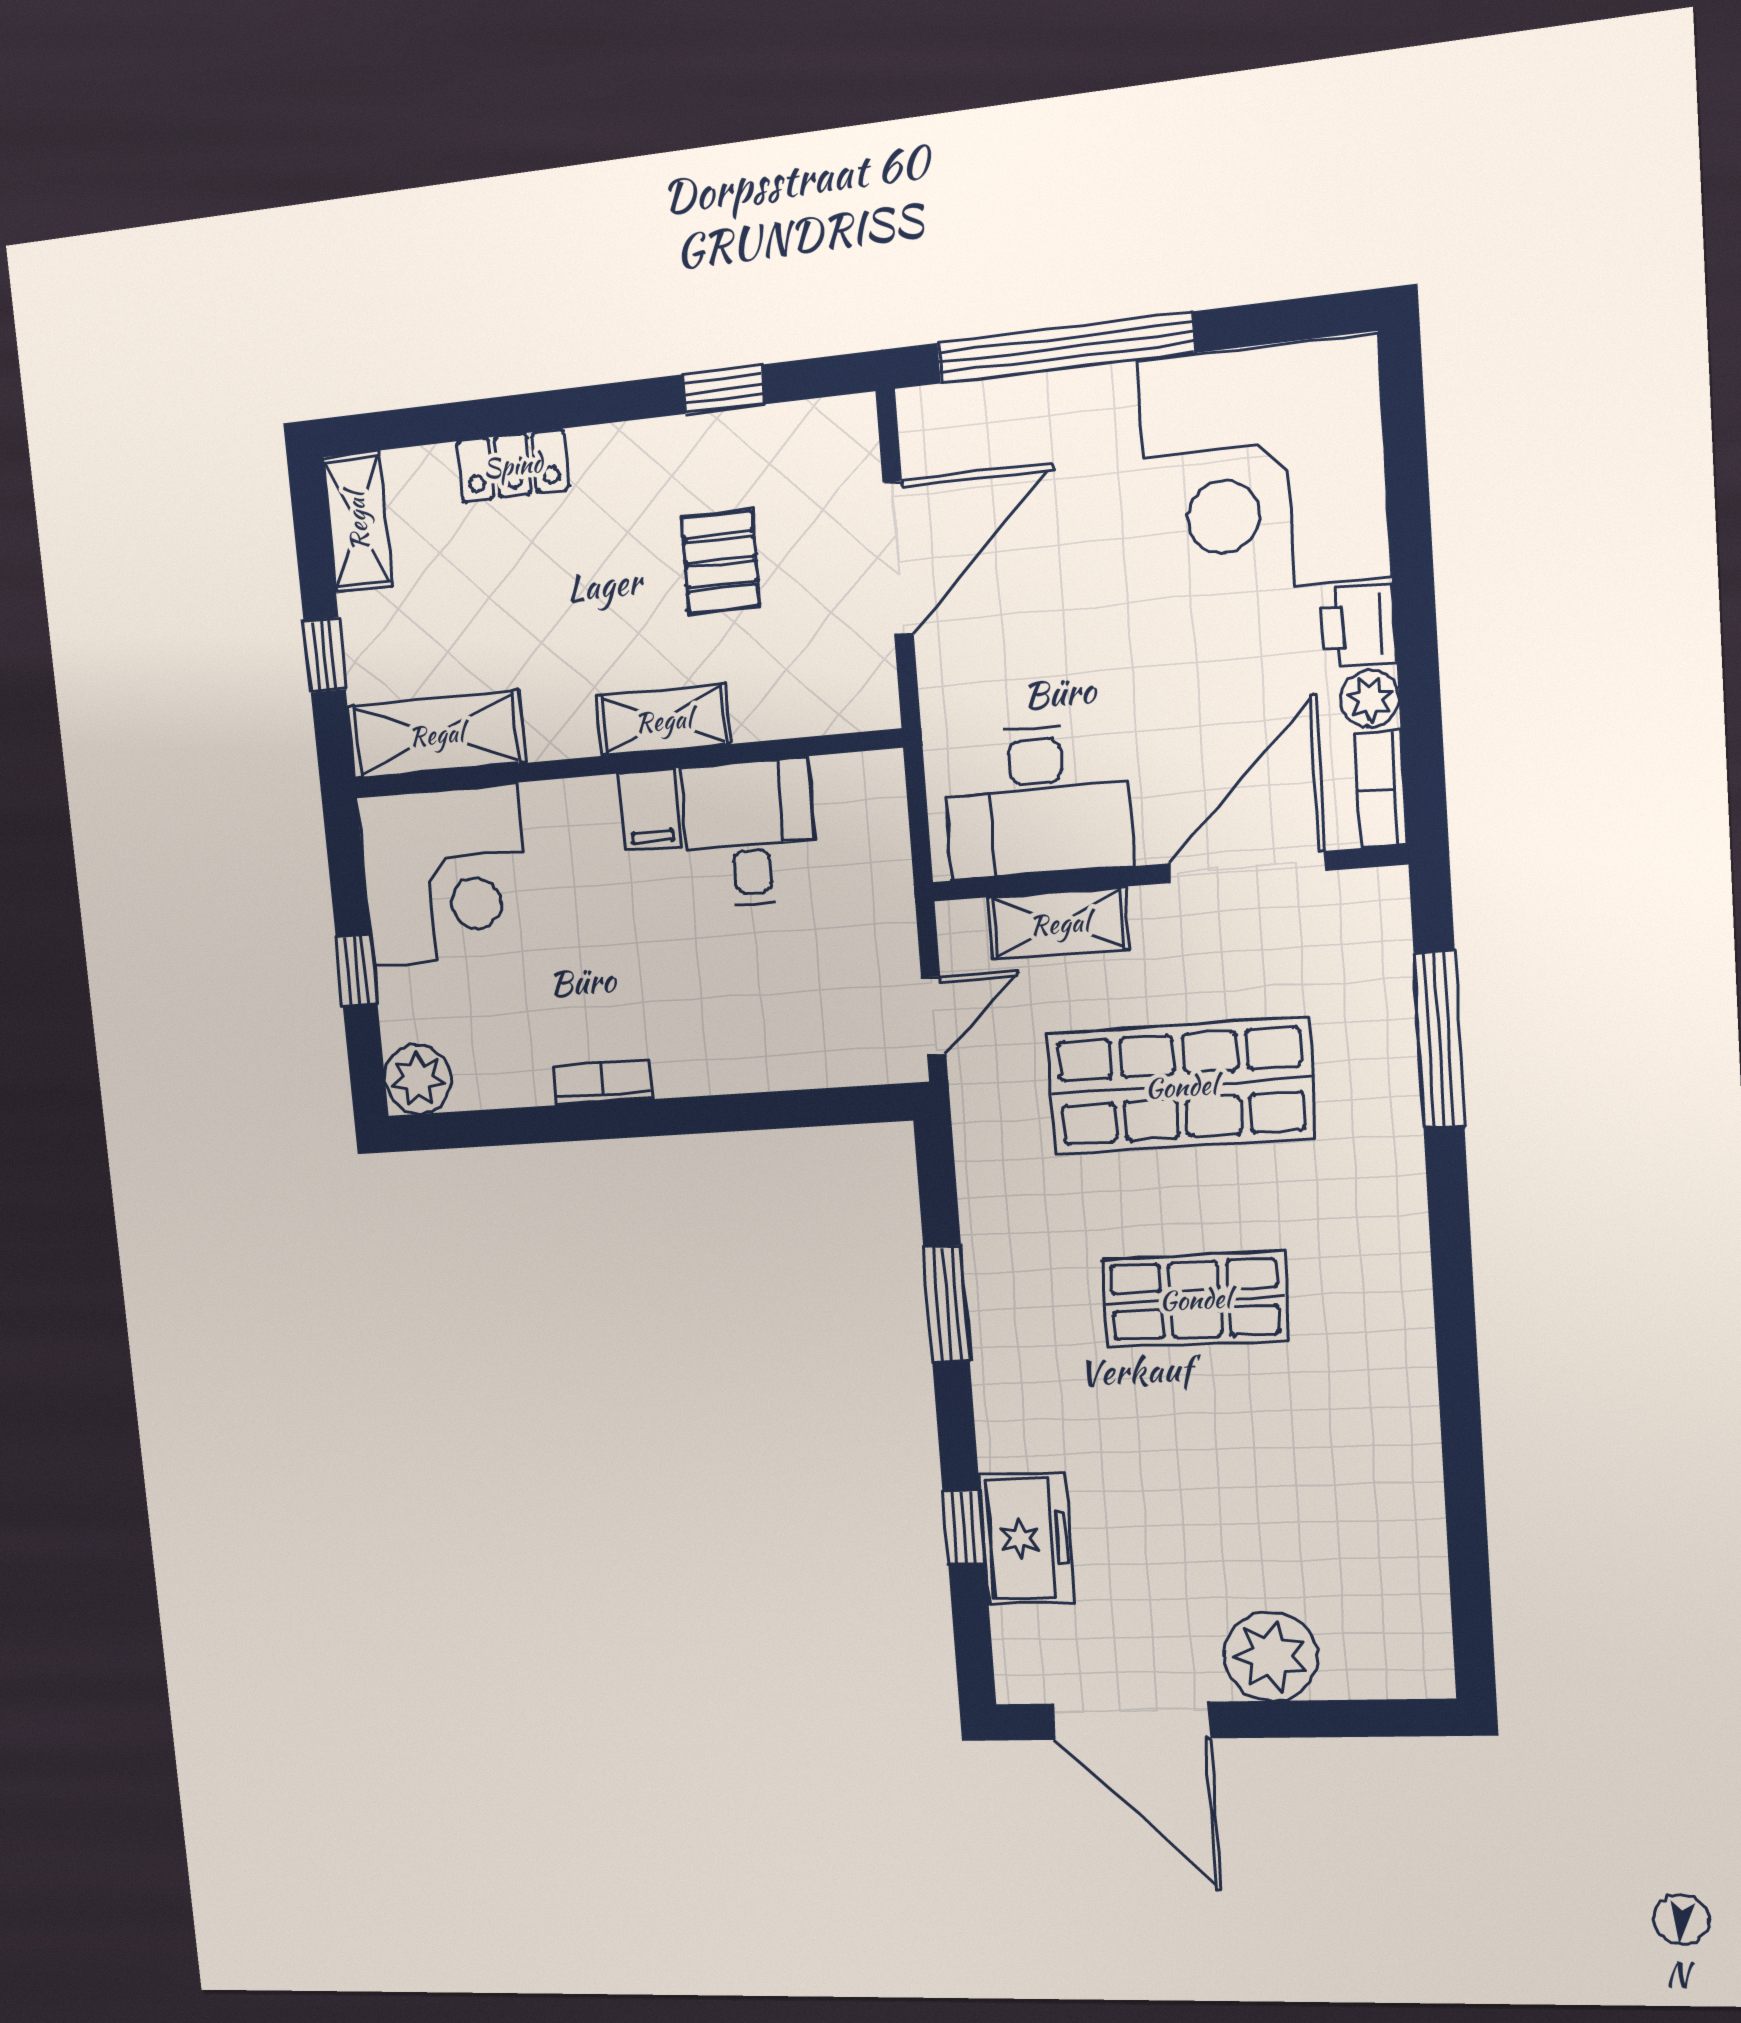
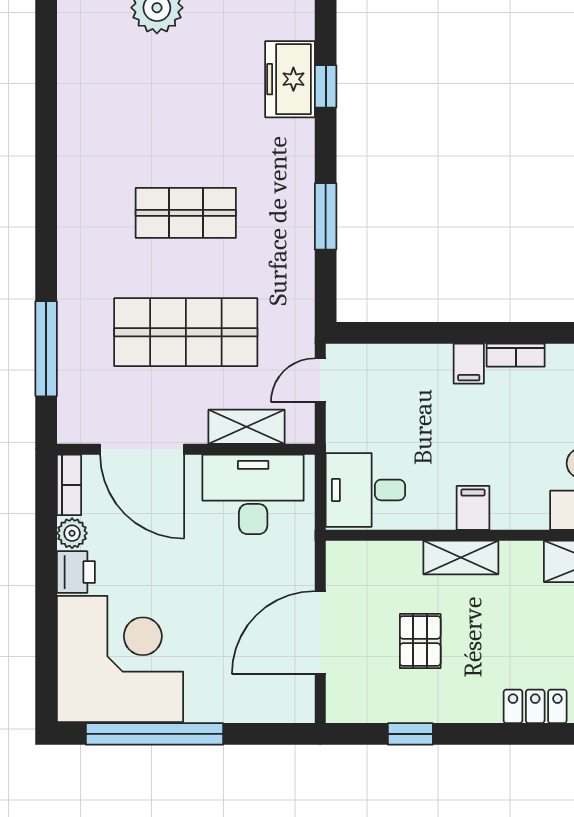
window: (1065, 348) -> (154, 734), moved
desk: (749, 833) -> (365, 490), moved, turned 90
door: (1247, 867) -> (142, 449), hinge flipped
filing cabinet: (680, 1062) -> (469, 364), added

